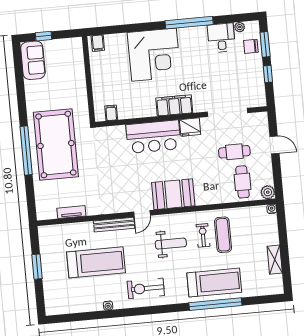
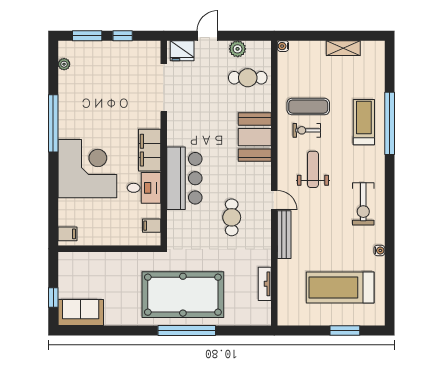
desk: (221, 38) -> (144, 188), moved, turned 180
chair: (251, 46) -> (88, 53), removed
fridge: (190, 127) -> (182, 51), moved, turned 90
cafe table: (234, 152) -> (232, 217), moved
plant: (268, 192) -> (238, 49), moved
booth: (173, 194) -> (255, 137), moved
treadmill: (96, 262) -> (340, 287), moved, turned -90
window: (37, 267) -> (345, 330), moved
treadmill: (214, 283) -> (364, 122), width x0.73, depth x0.73

